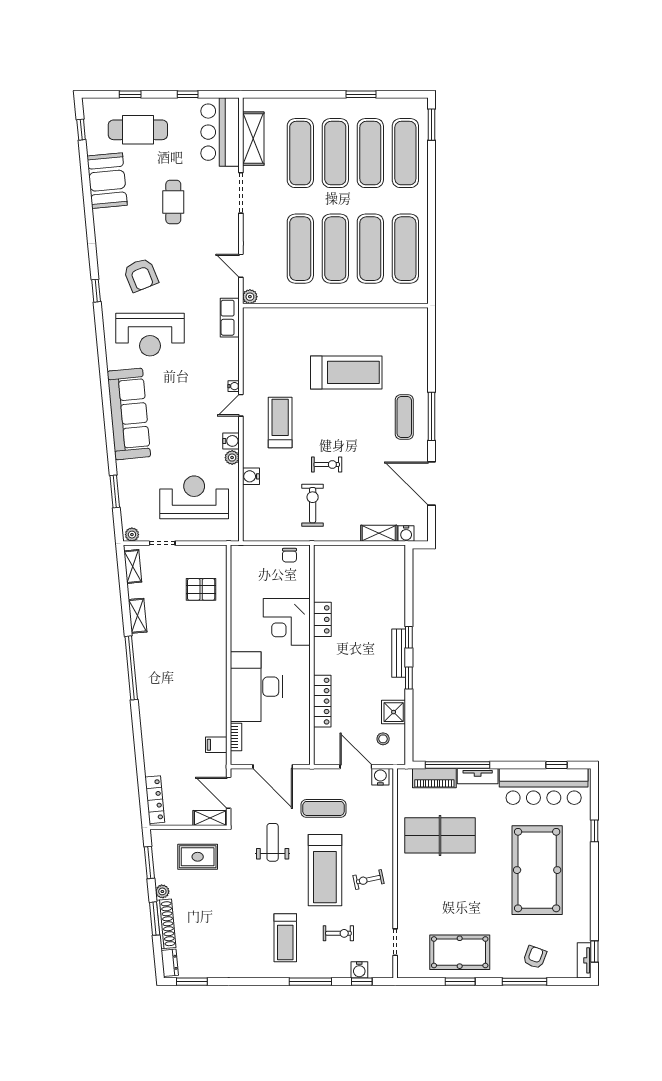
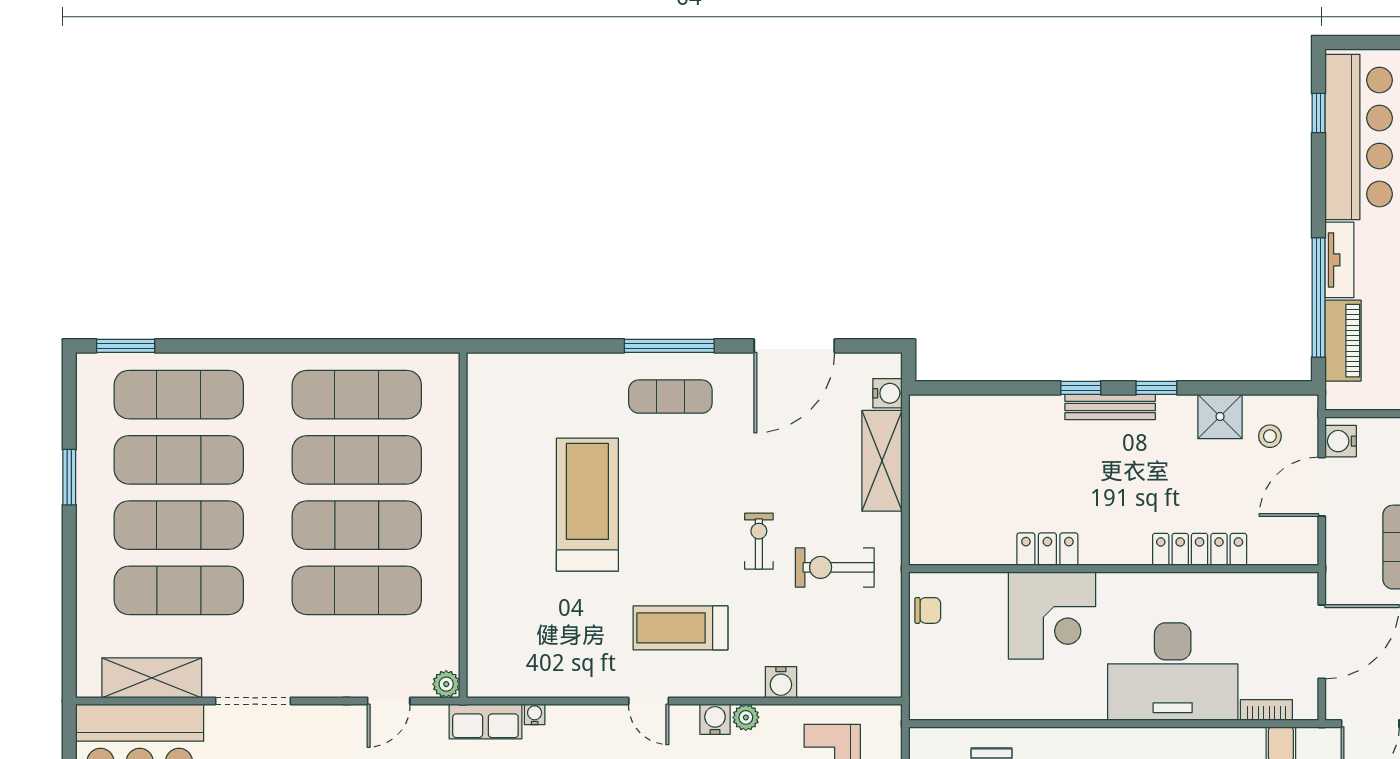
water cooler: (234, 386) -> (535, 714), moved
shelving: (379, 533) -> (882, 461), width x1.50, depth x1.33

